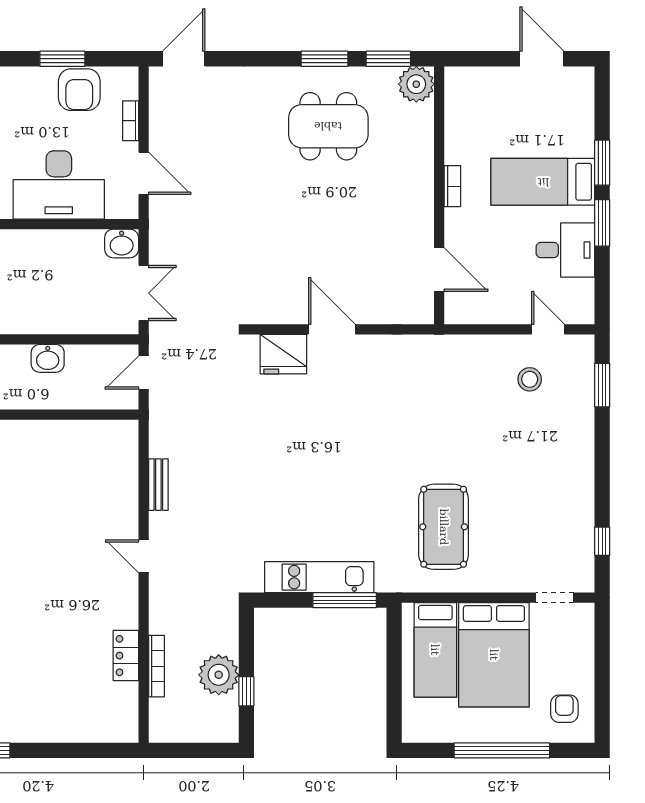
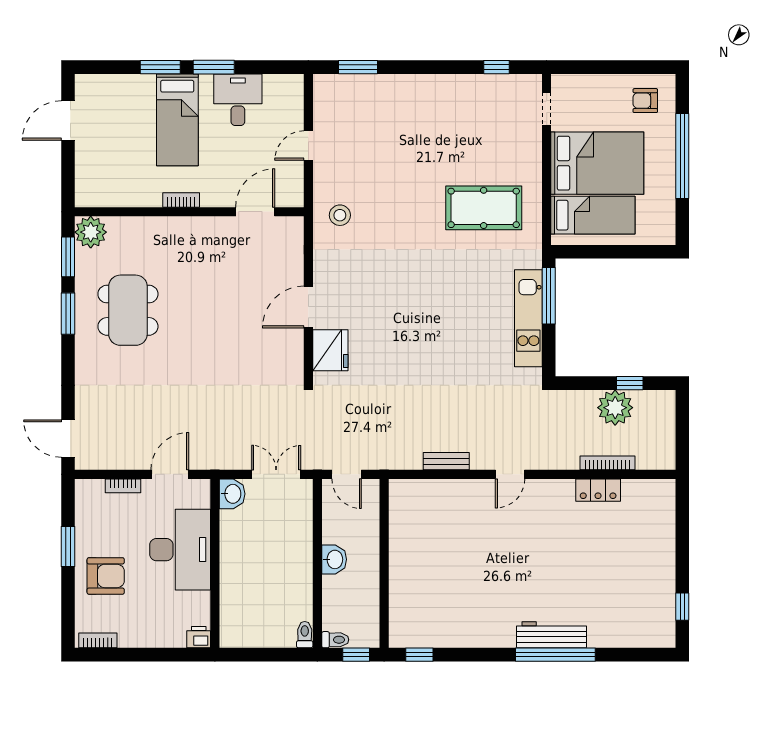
armchair: (79, 90) -> (106, 576), moved
door: (548, 329) -> (308, 146), moved
stool: (530, 379) -> (340, 215), moved

